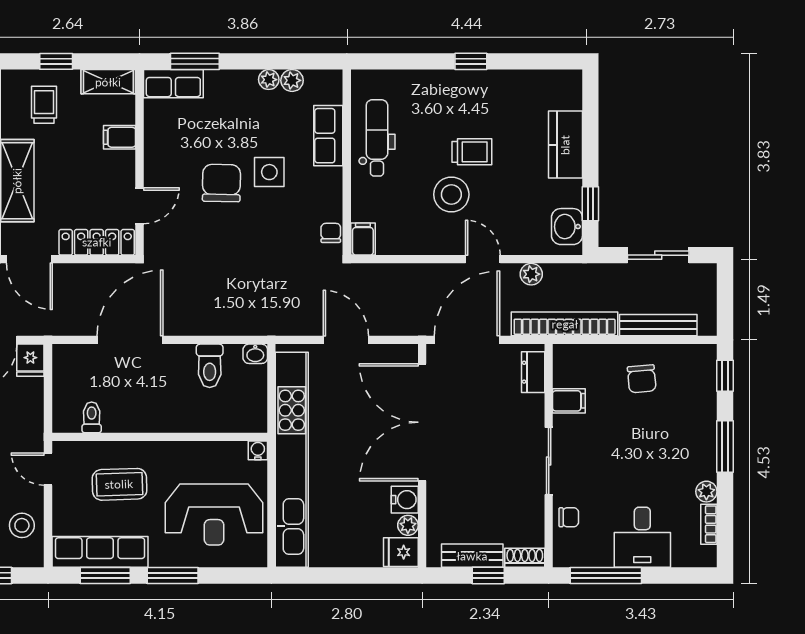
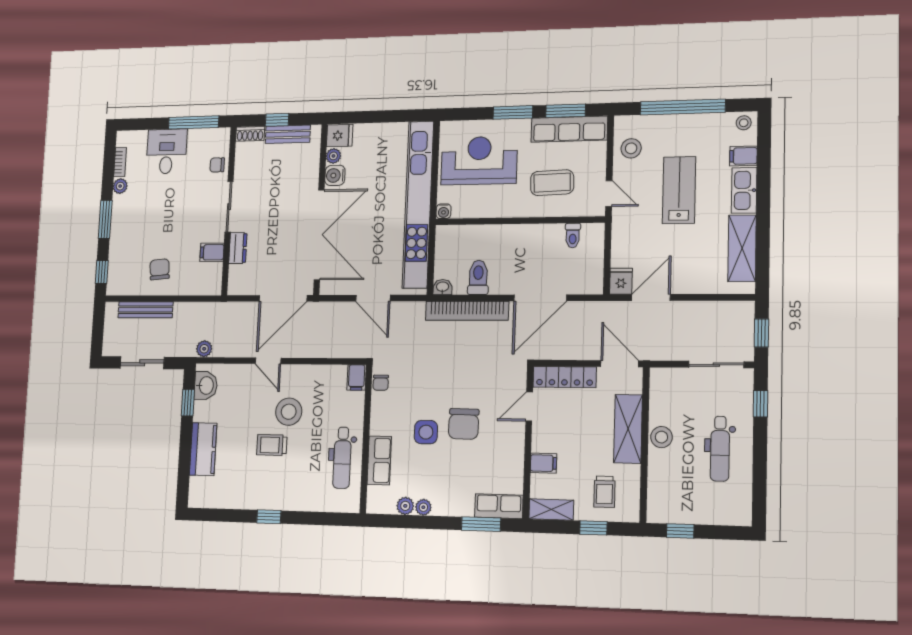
plant: (531, 274) -> (204, 349), moved
bookcase: (565, 324) -> (467, 311), moved
dresser: (533, 372) -> (238, 248), moved

